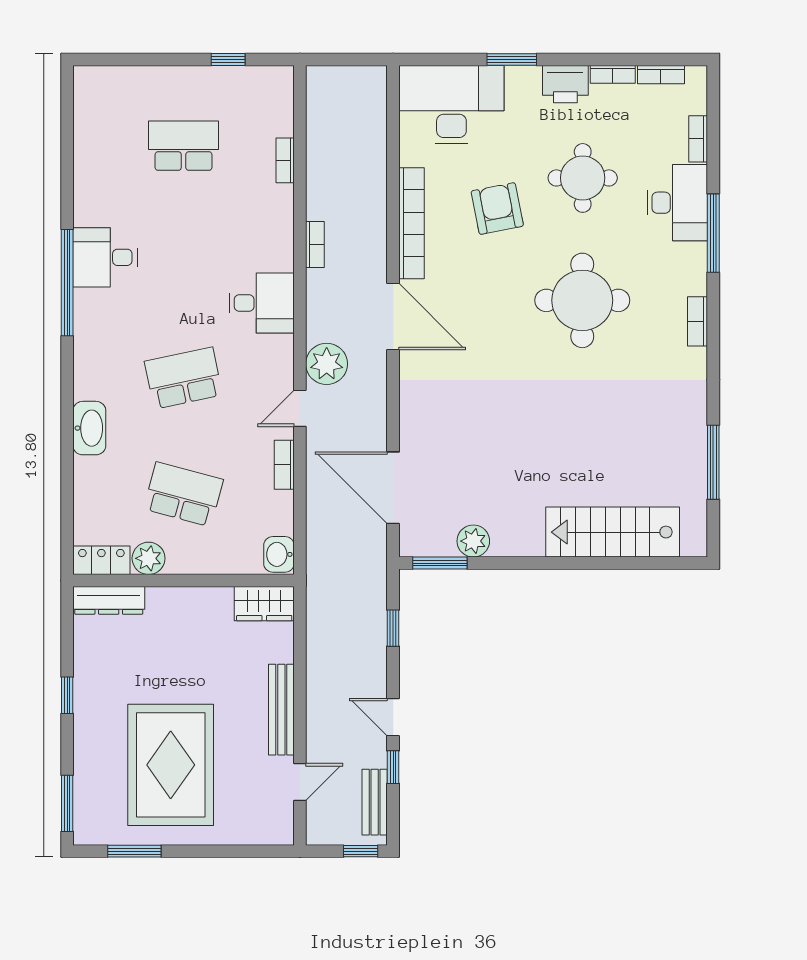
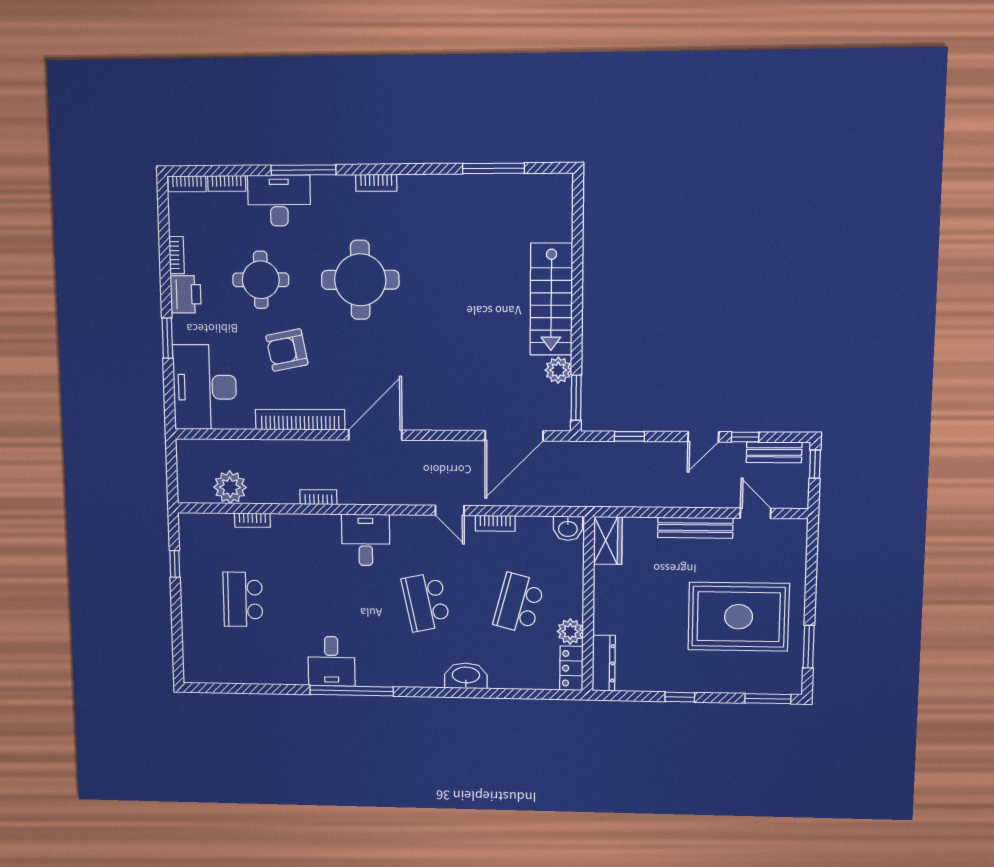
bookcase: (661, 75) -> (187, 184), moved, turned 90
plant: (327, 364) -> (230, 487), moved
stairs: (613, 532) -> (551, 299), moved

